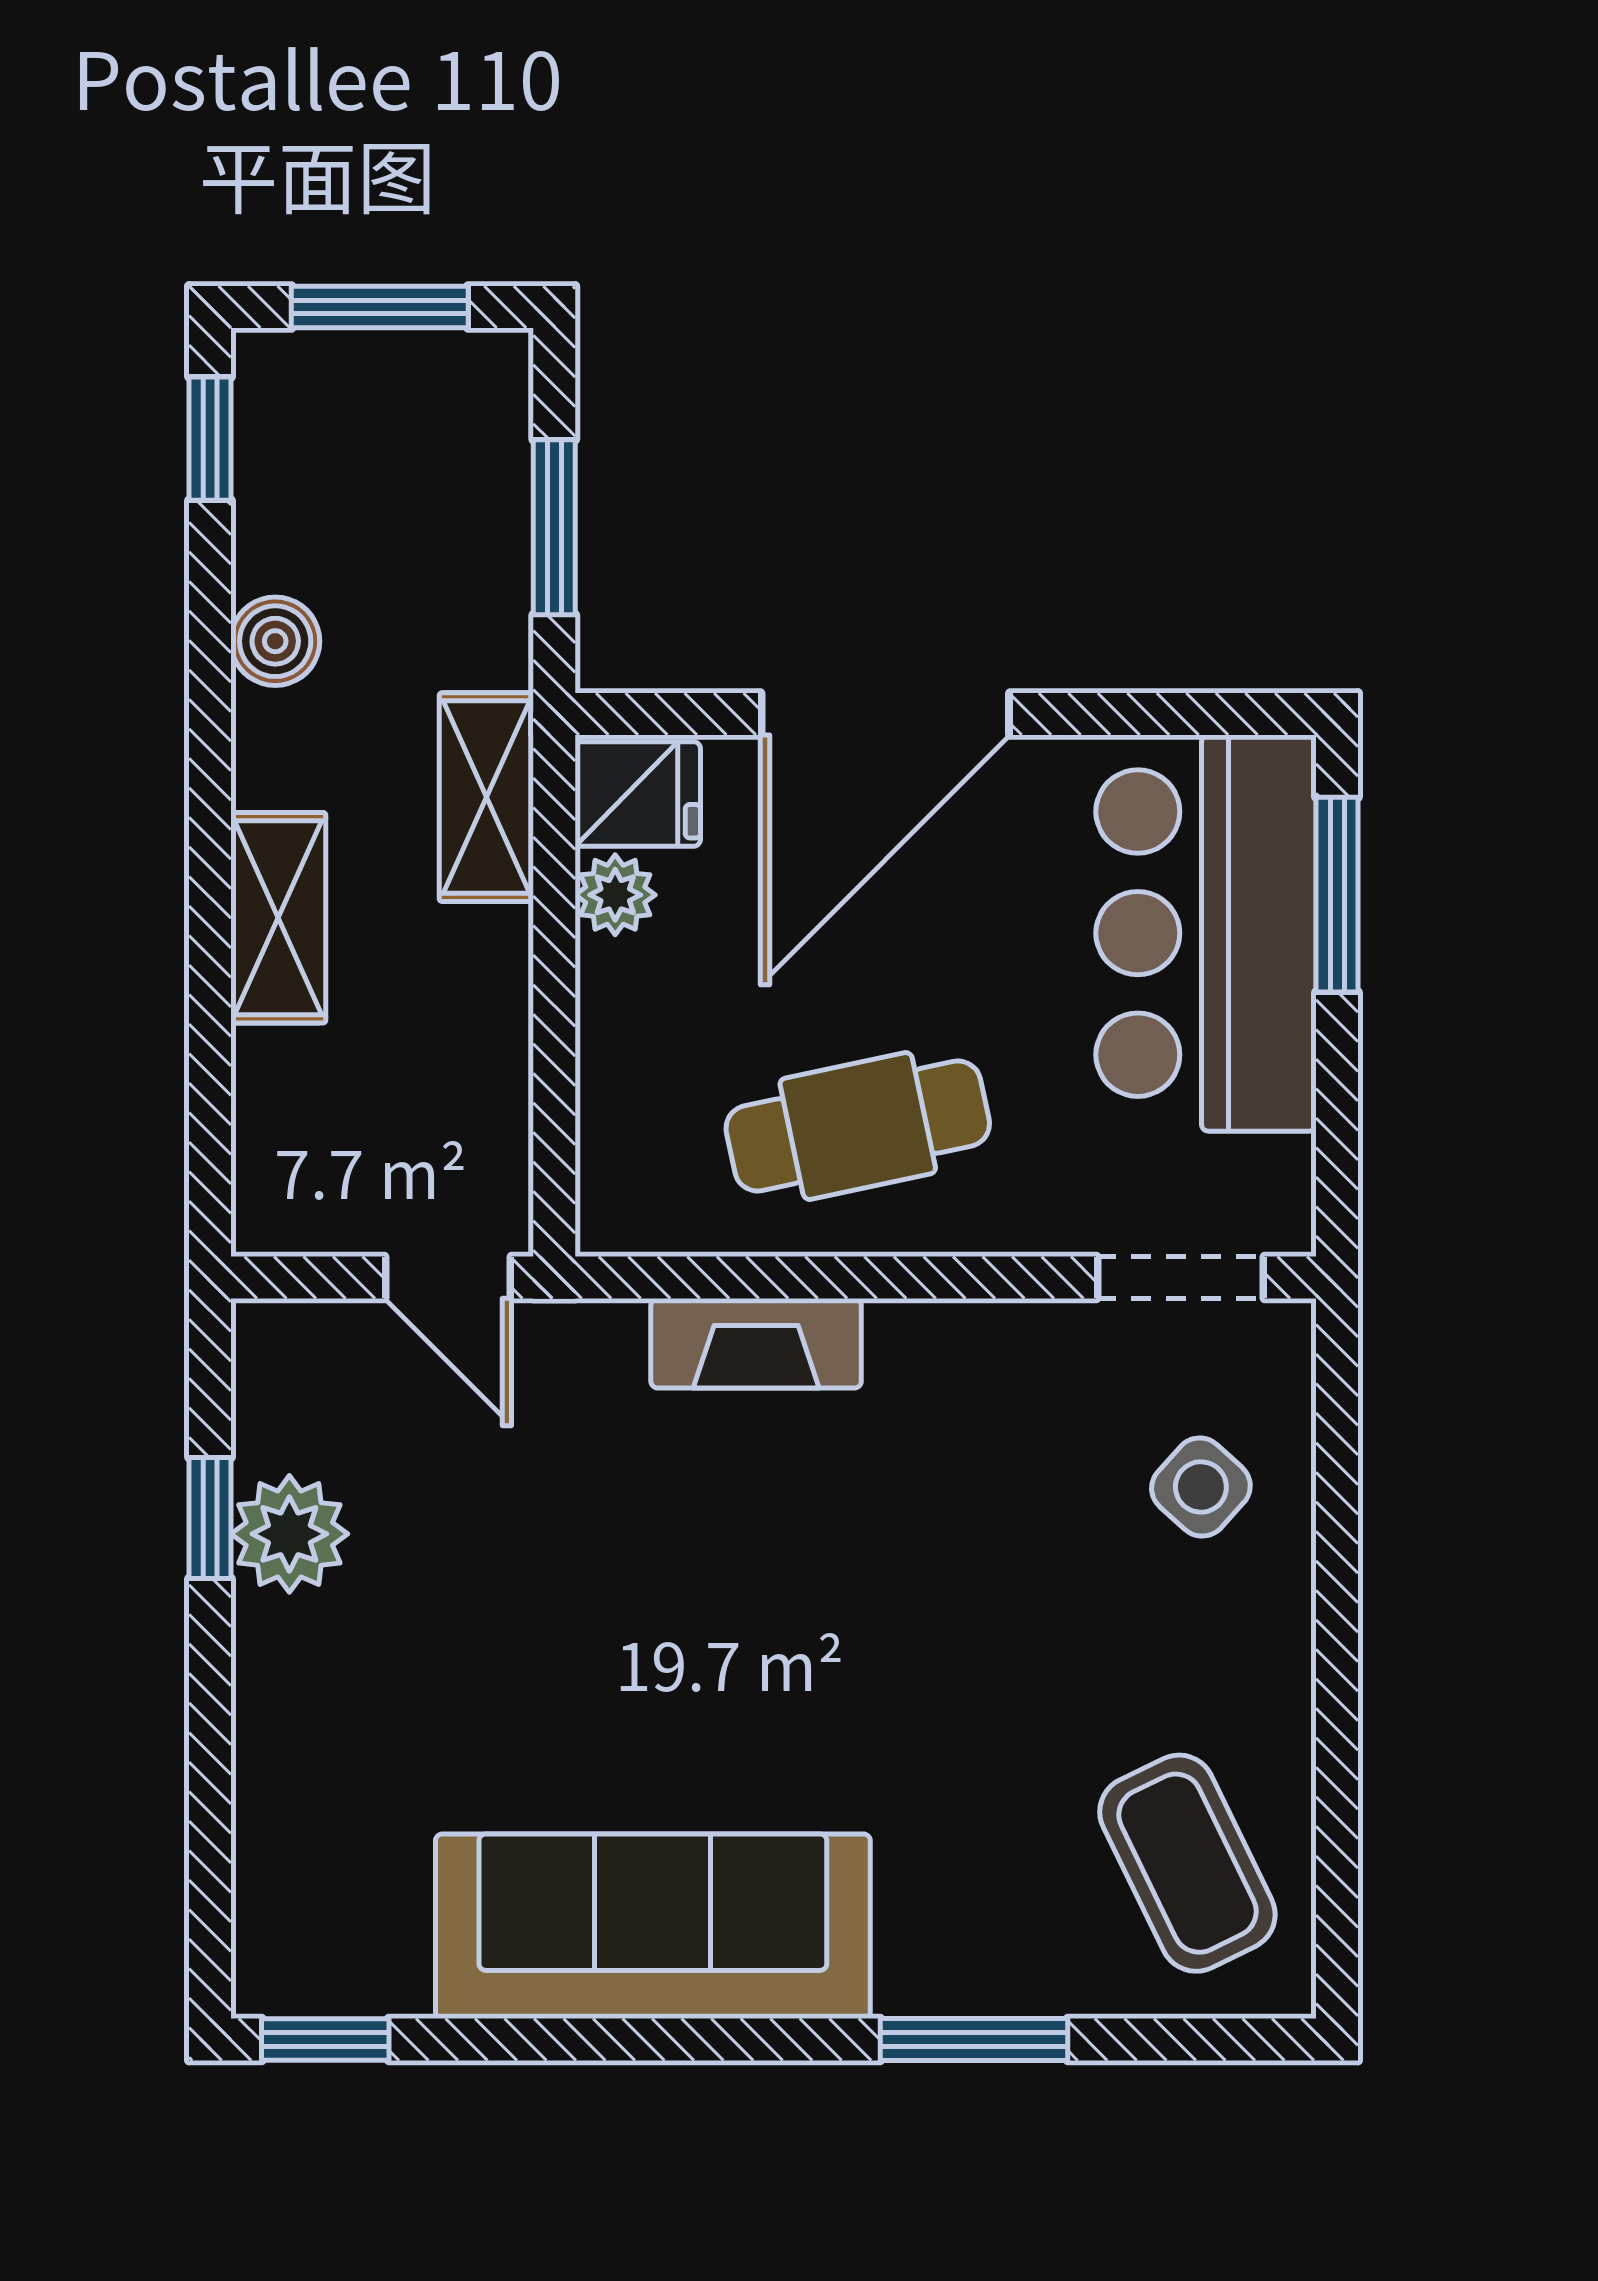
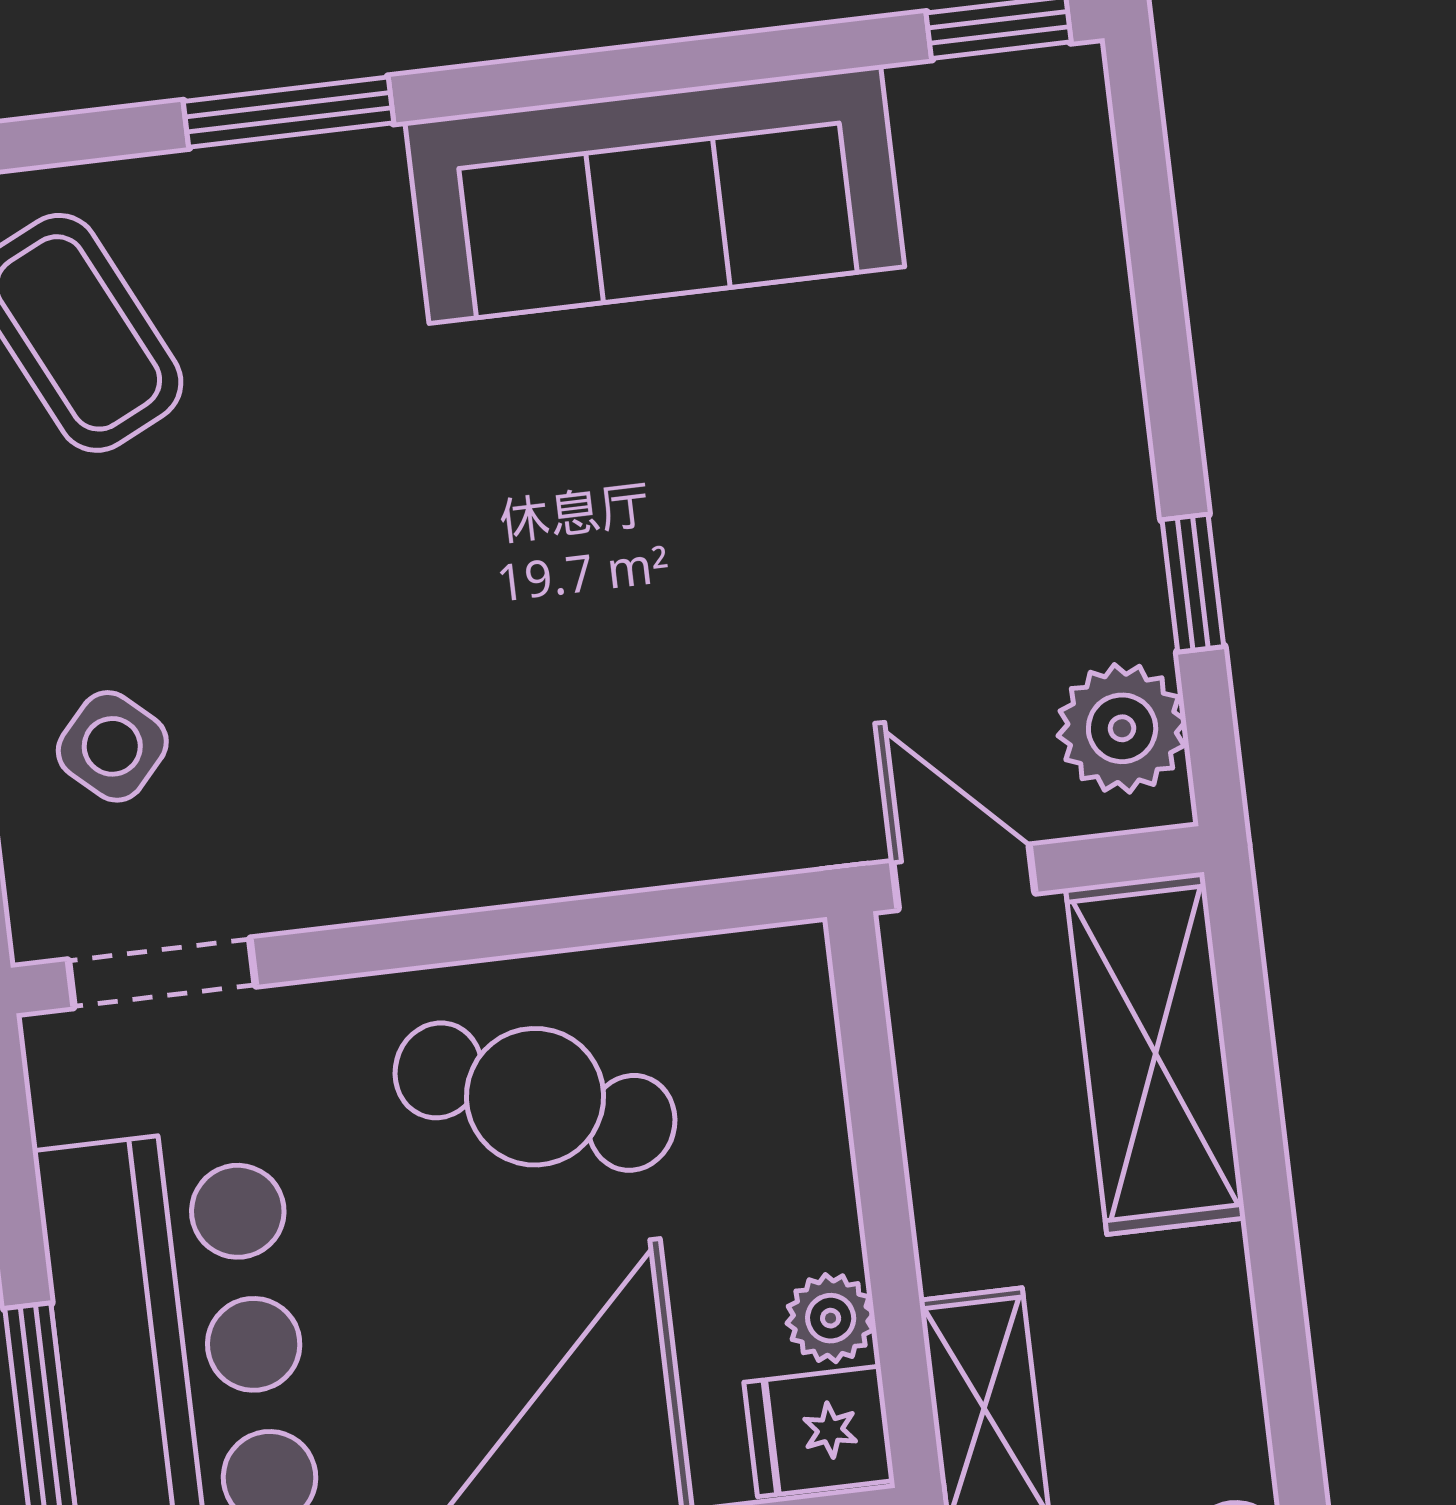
shelving: (278, 918) -> (1156, 1053), moved, width x1.50, depth x1.33
cafe table: (858, 1126) -> (535, 1097), turned 34
fireplace: (756, 1343) -> (618, 846), removed
plant: (289, 1534) -> (1122, 728), moved

